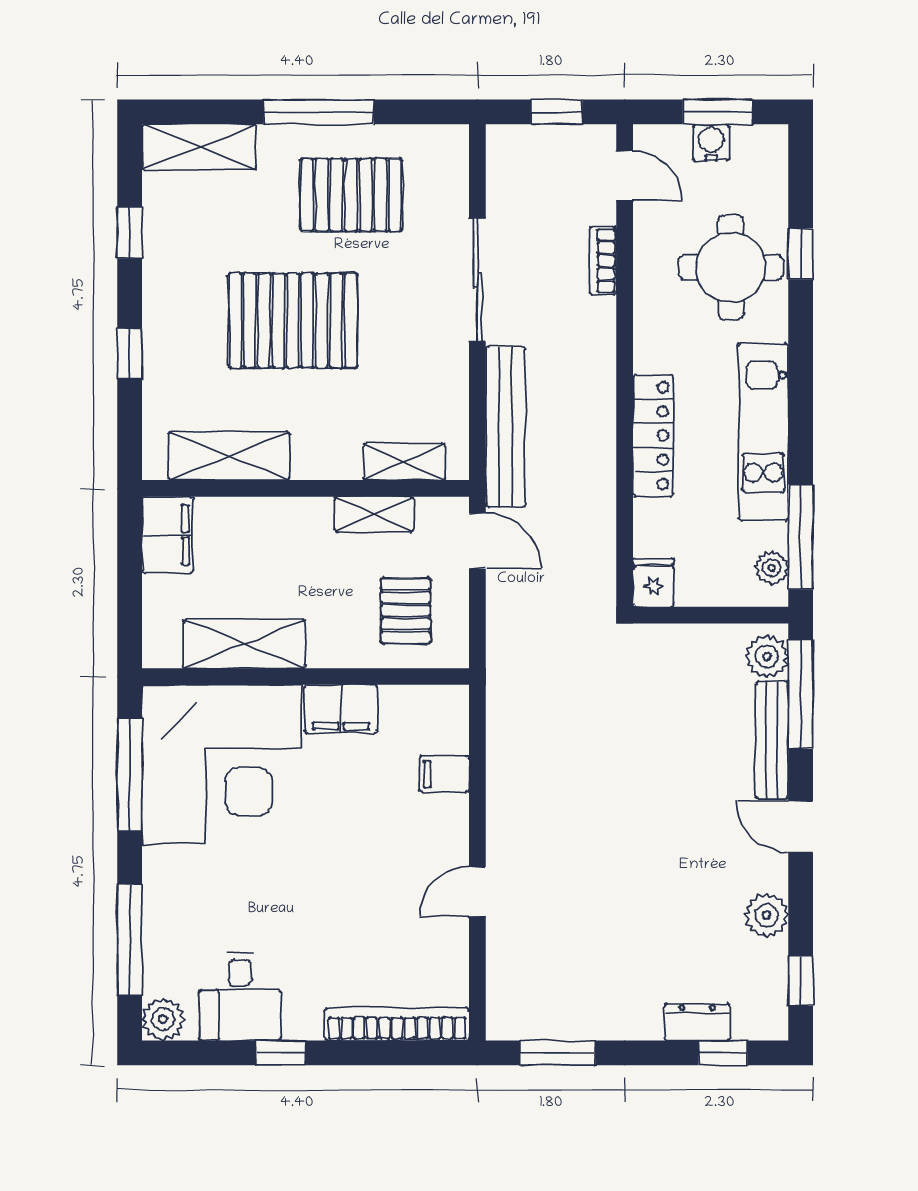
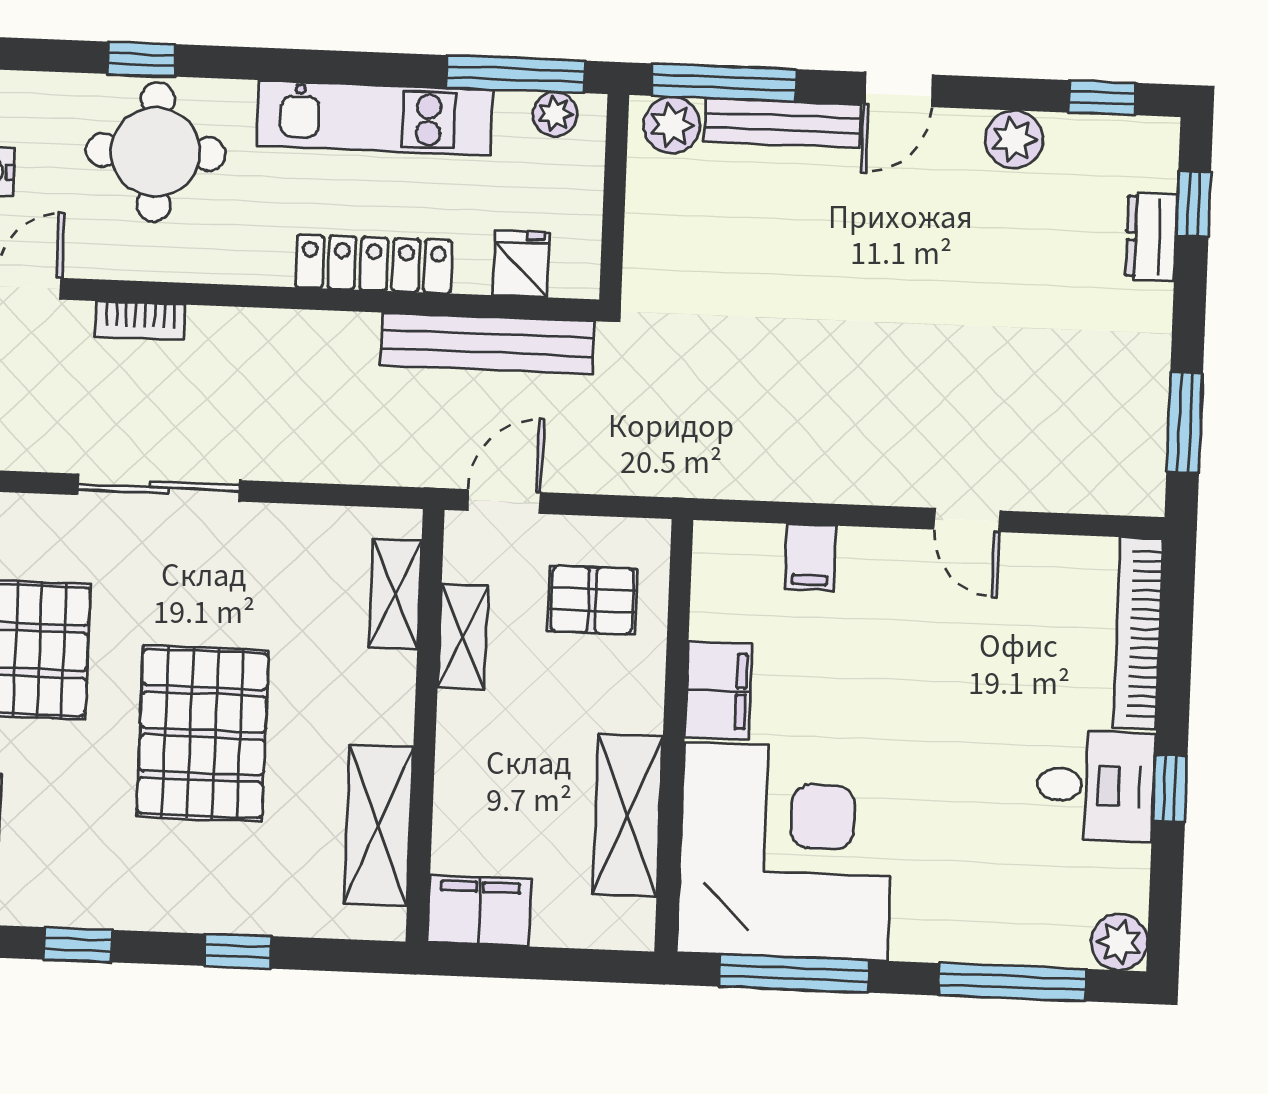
bench: (506, 427) -> (487, 343), moved
fridge: (653, 582) -> (521, 264), moved, turned 90
desk: (240, 997) -> (1096, 786), moved

